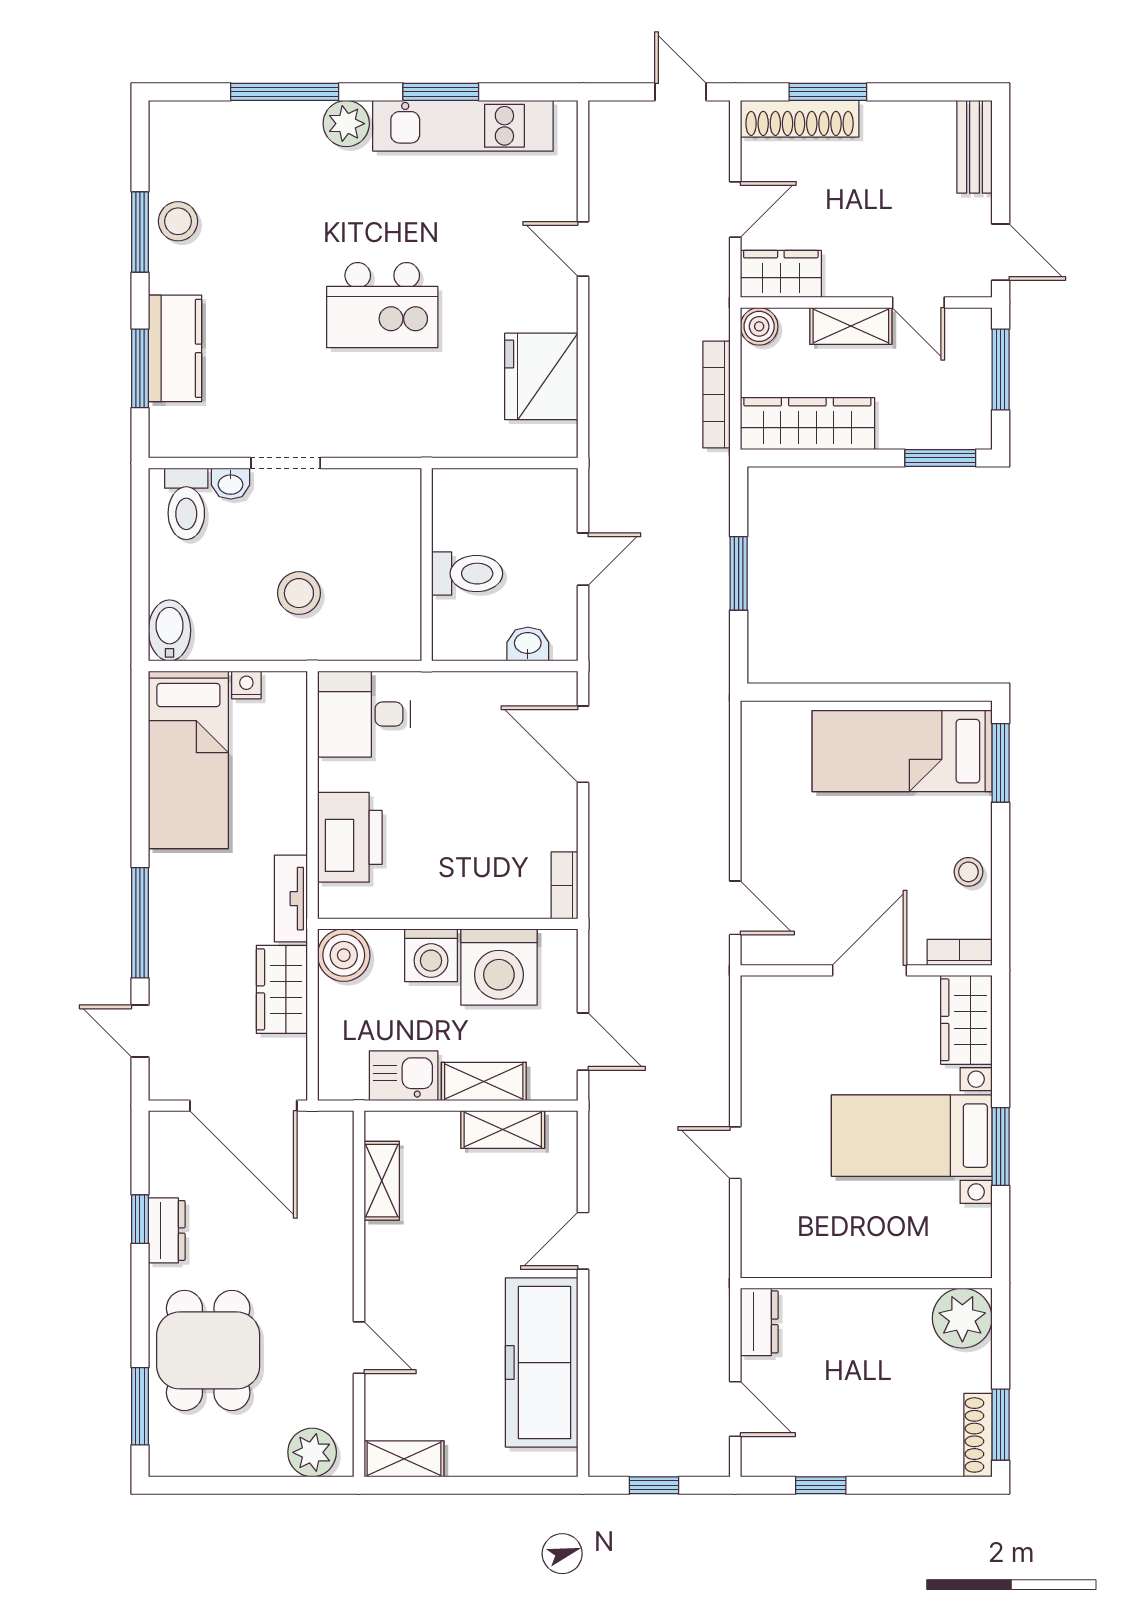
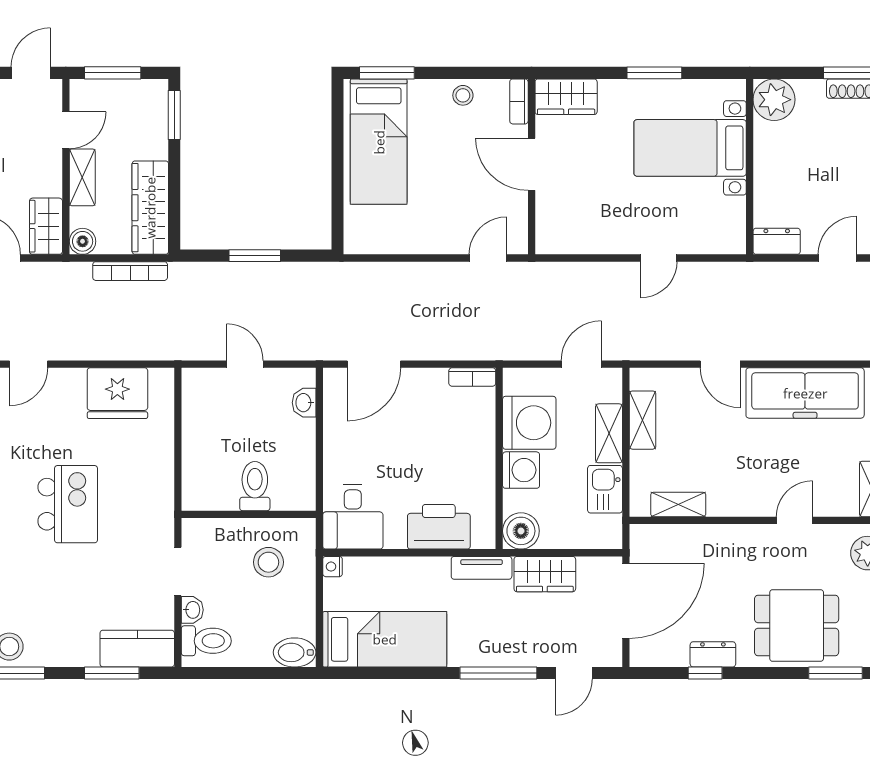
kitchen counter: (175, 348) -> (137, 649), moved
wall: (427, 565) -> (249, 514), moved
toilet: (467, 574) -> (255, 486), moved
nightstand: (246, 685) -> (333, 567), moved
bed with nightstands: (912, 1136) -> (690, 148), moved, turned 90

